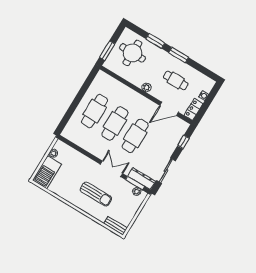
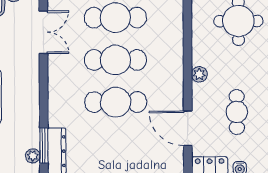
double door: (112, 169) -> (43, 32), moved

